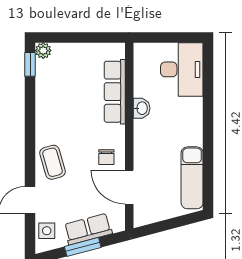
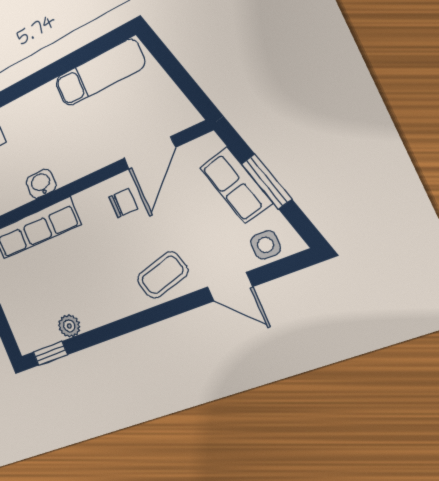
plant: (43, 51) -> (69, 326), moved

